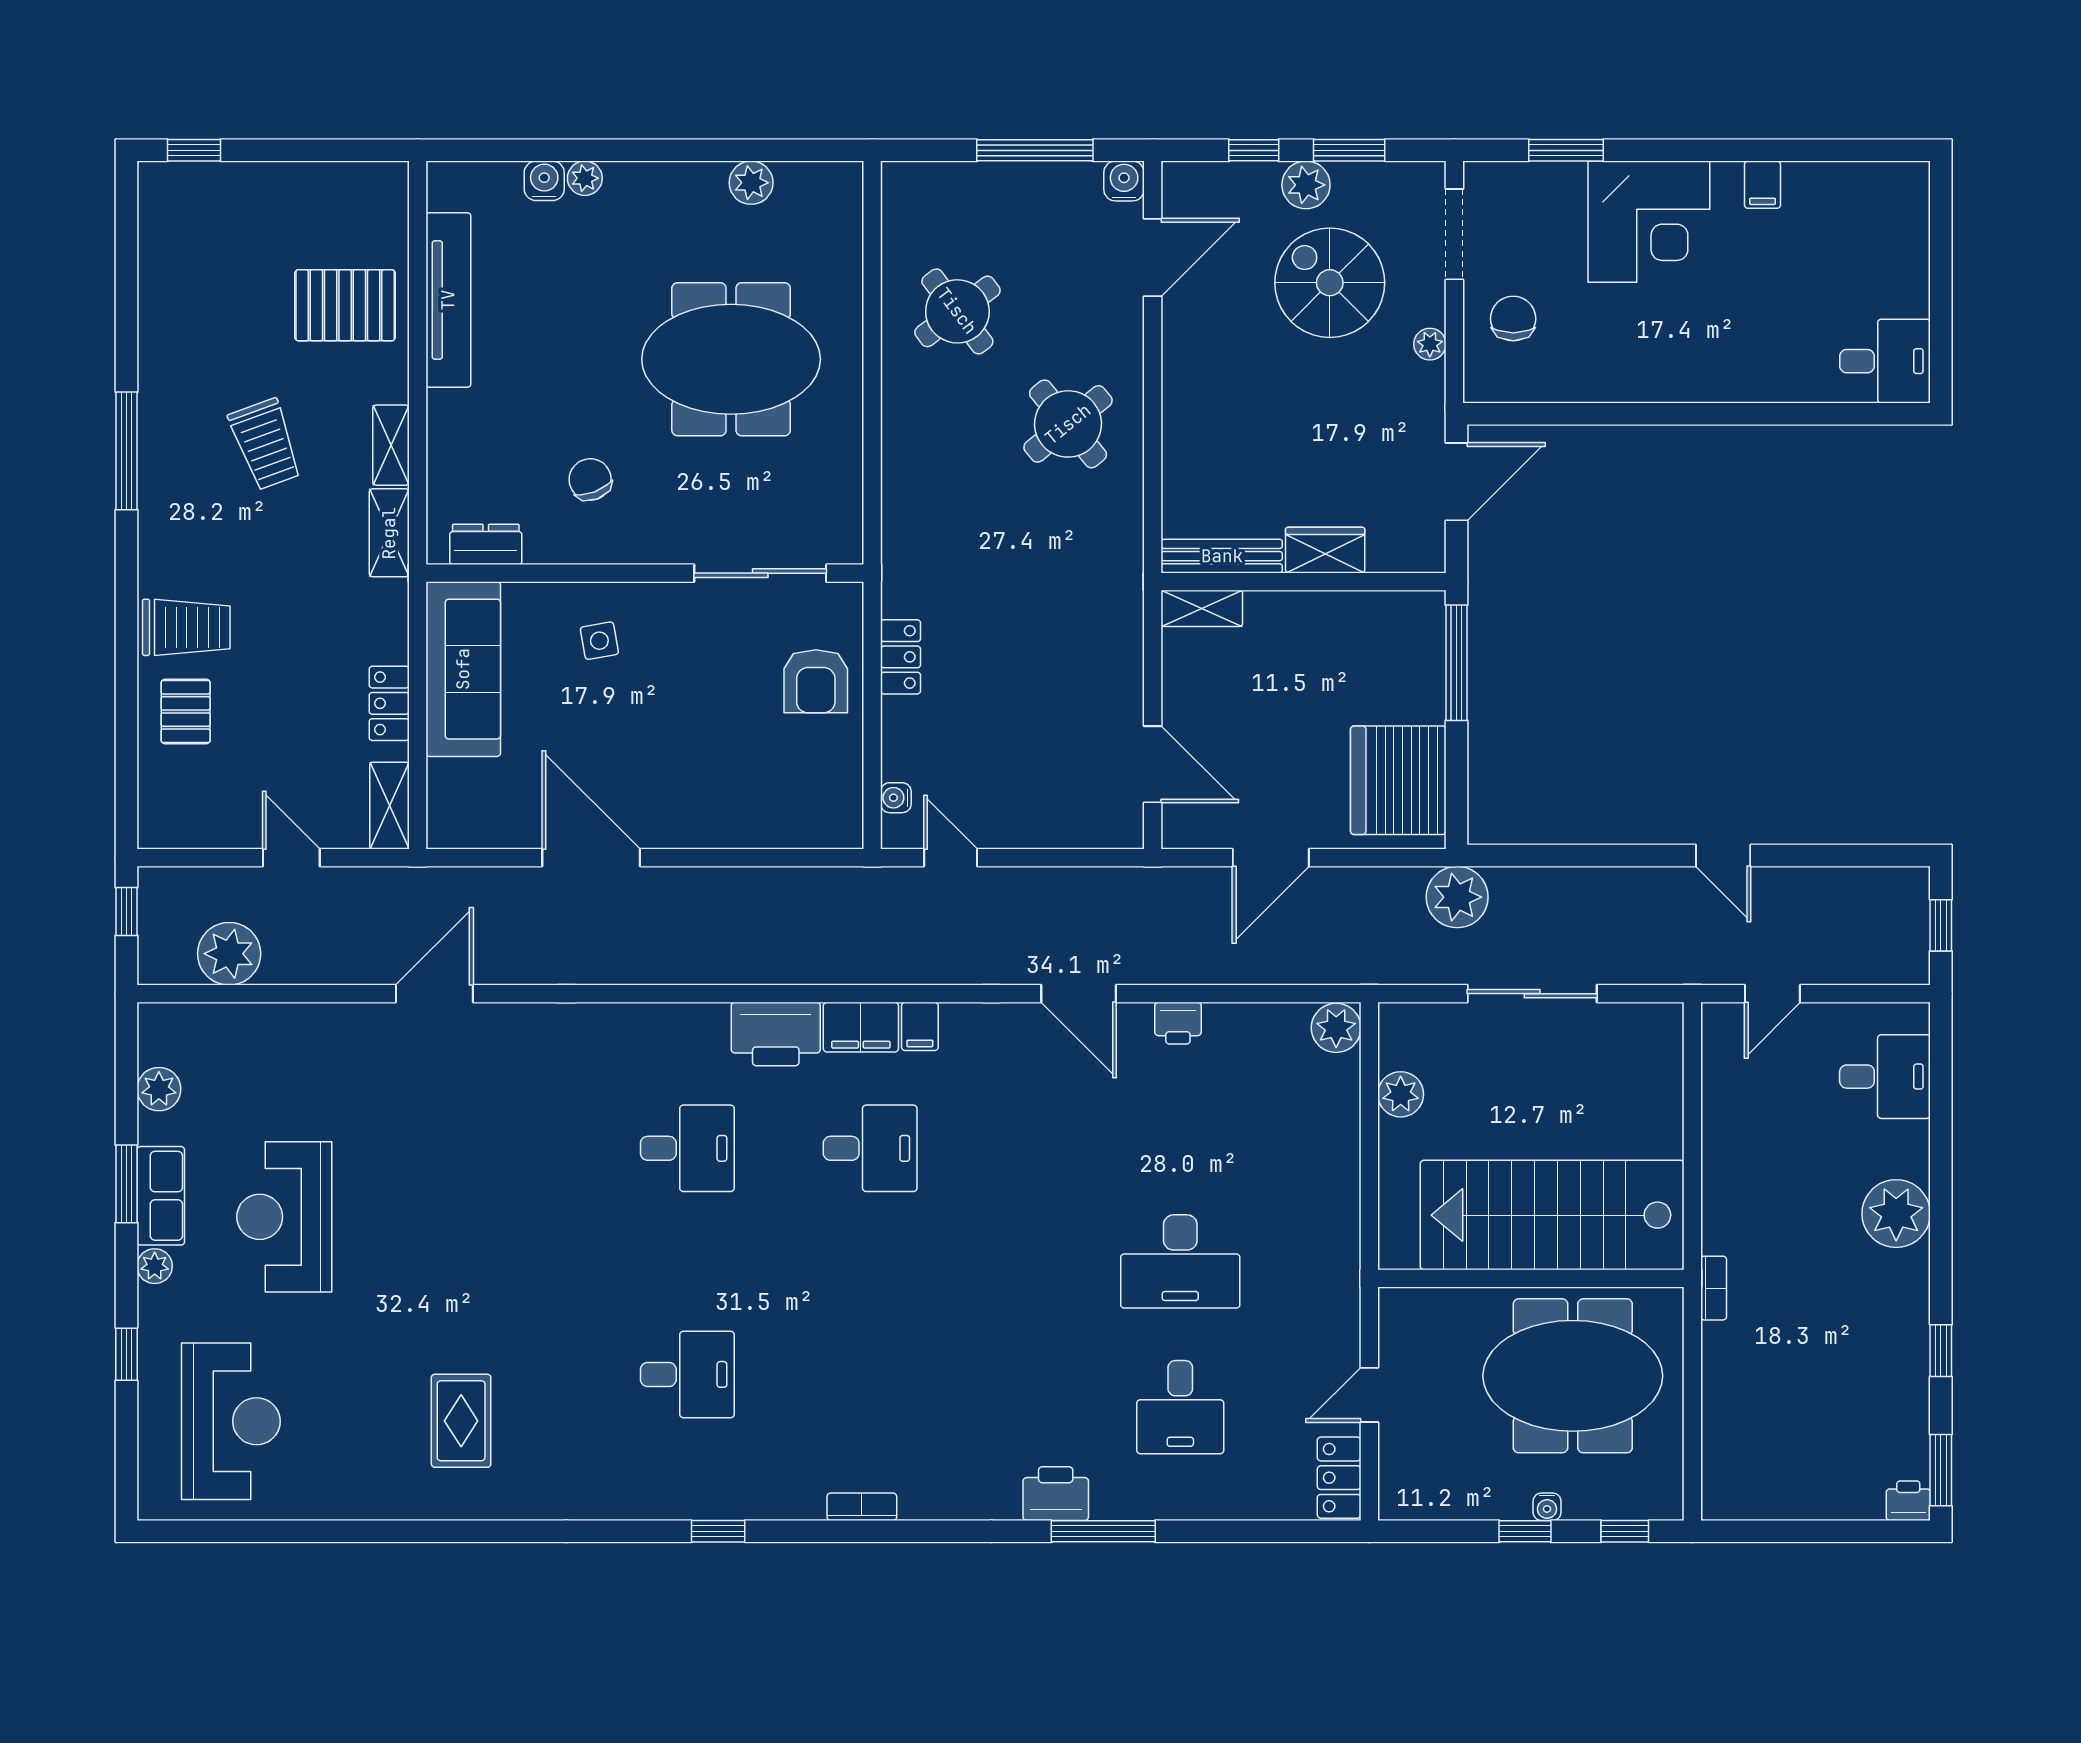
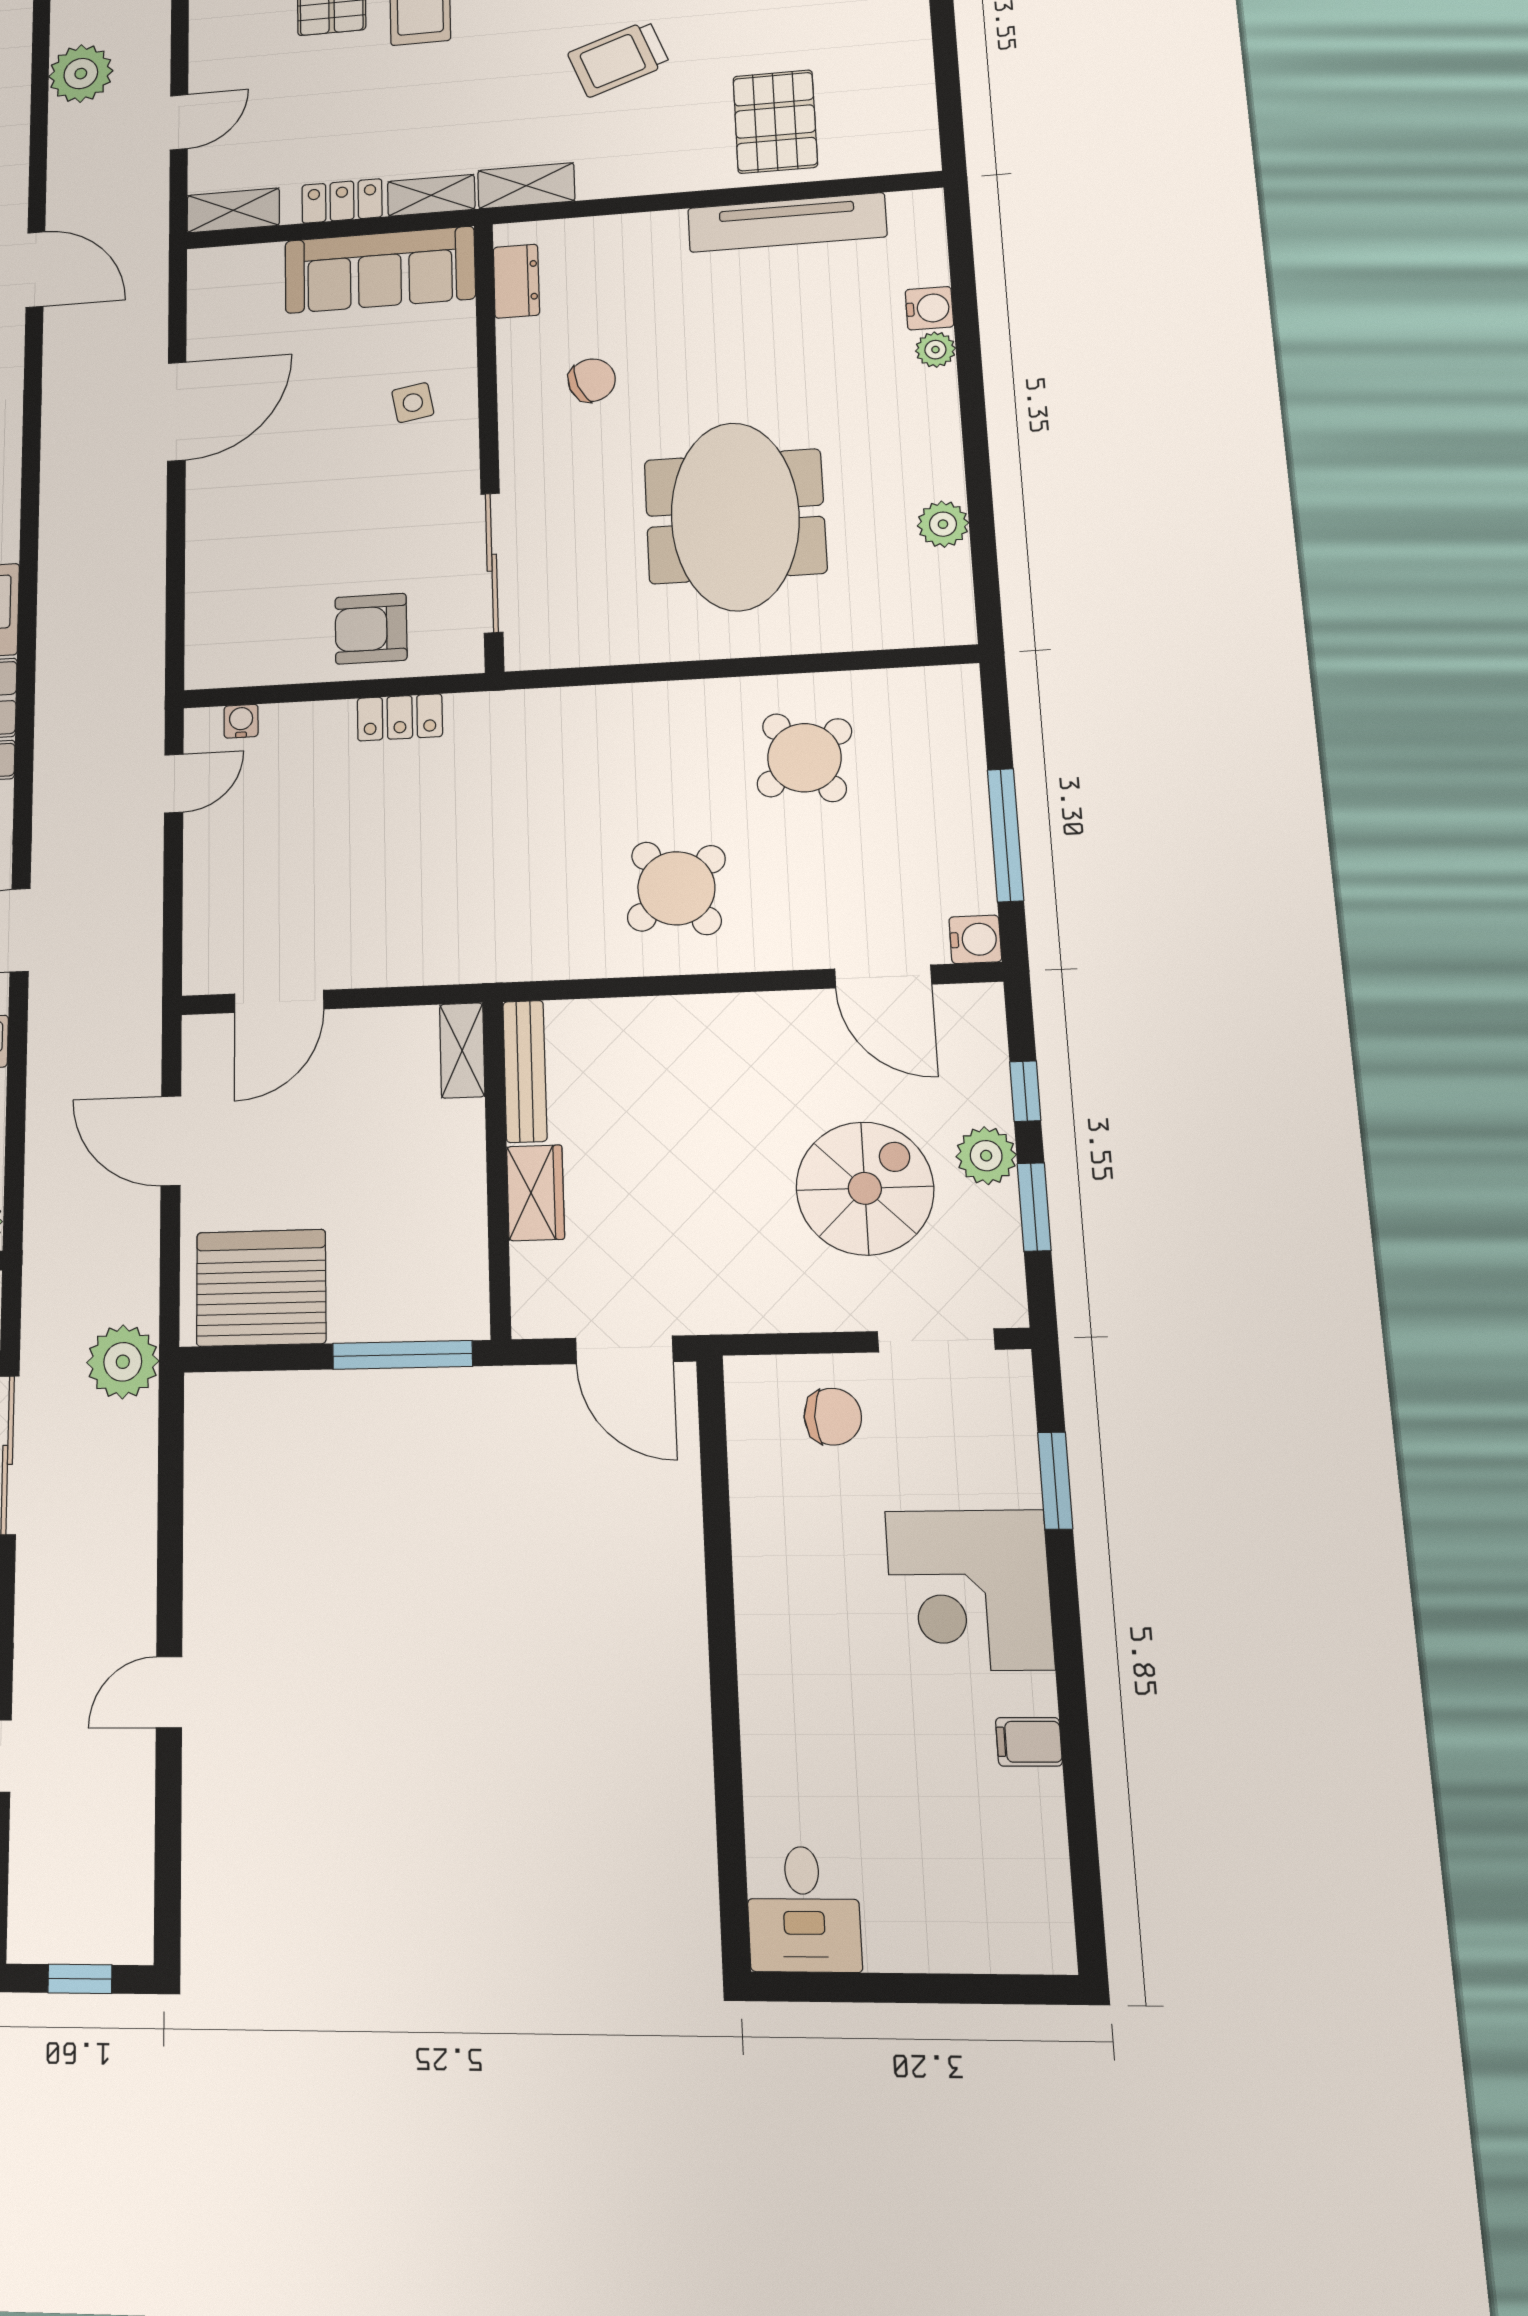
plant: (1430, 344) -> (795, 1313), removed
shelving: (391, 445) -> (431, 195), moved

